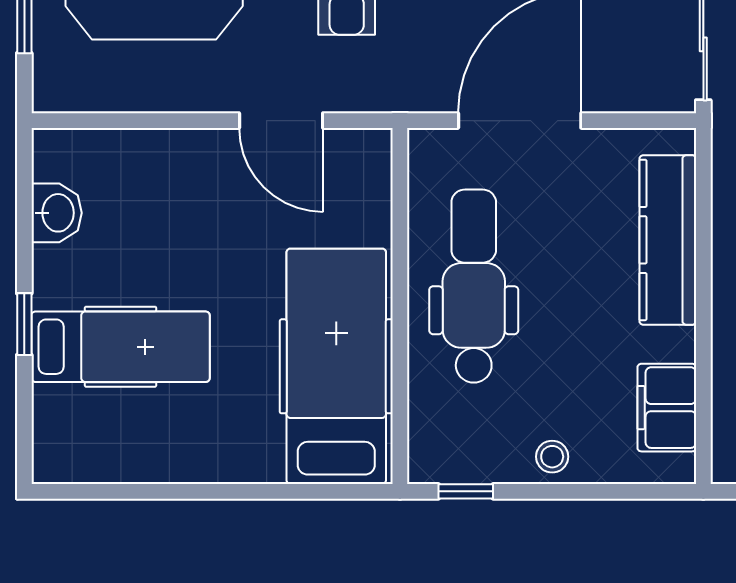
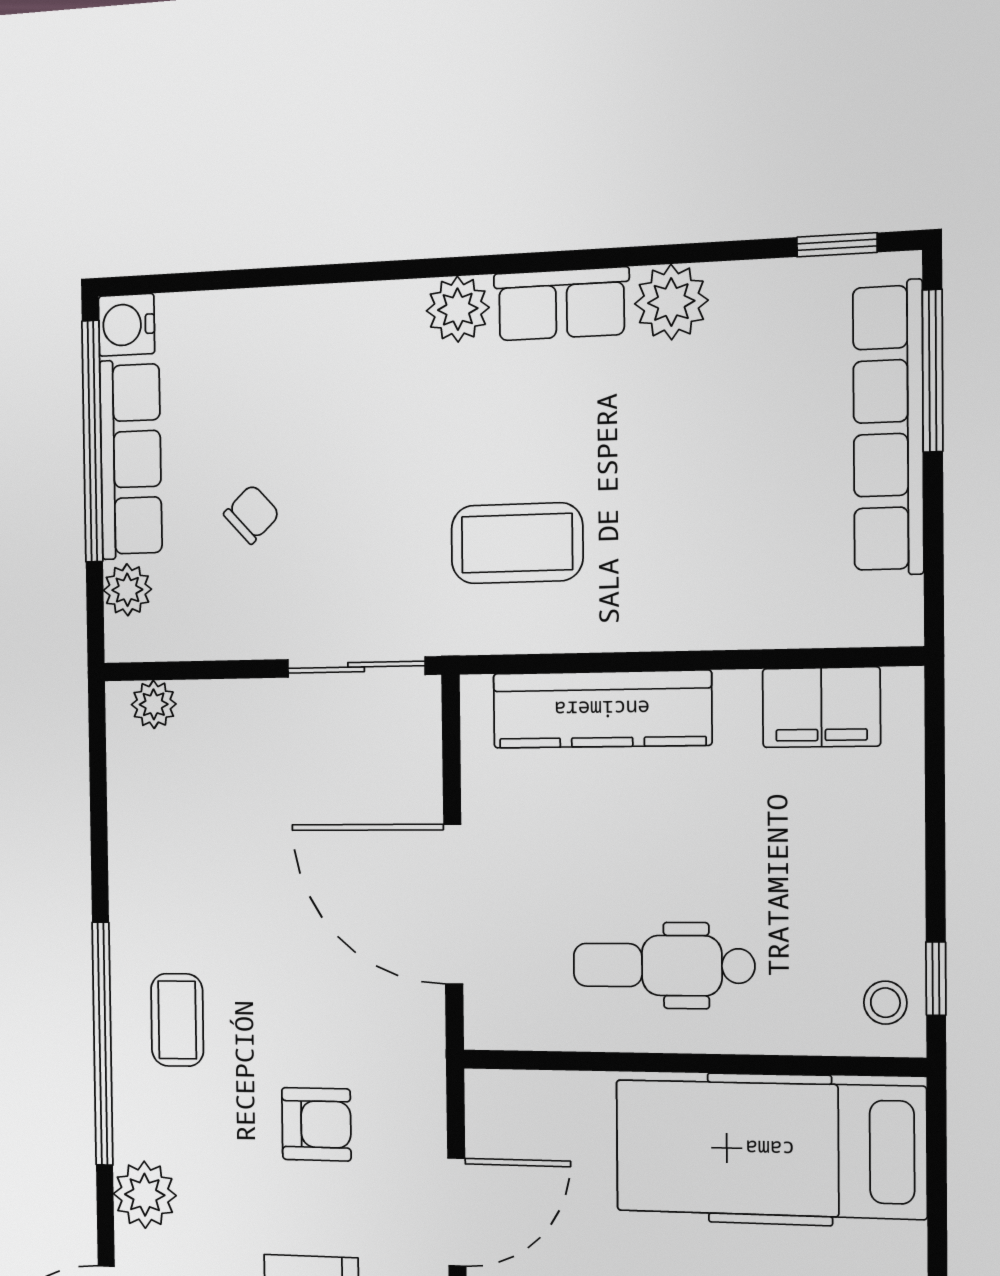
dental chair: (474, 286) -> (664, 965), width x0.73, depth x0.72
stool: (552, 457) -> (885, 1003), moved

